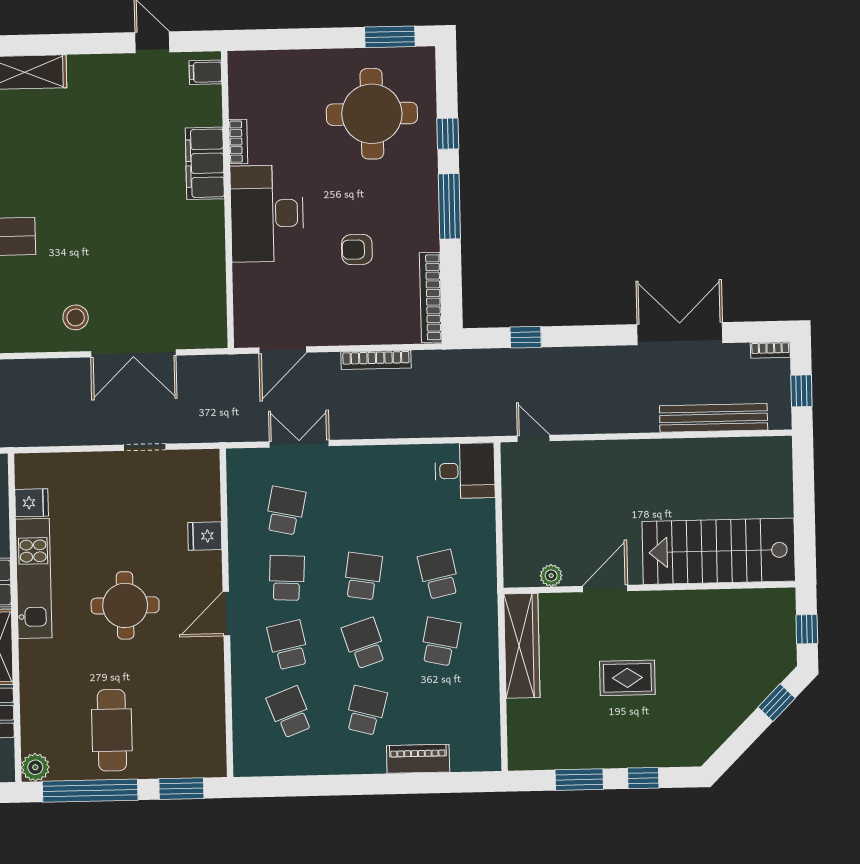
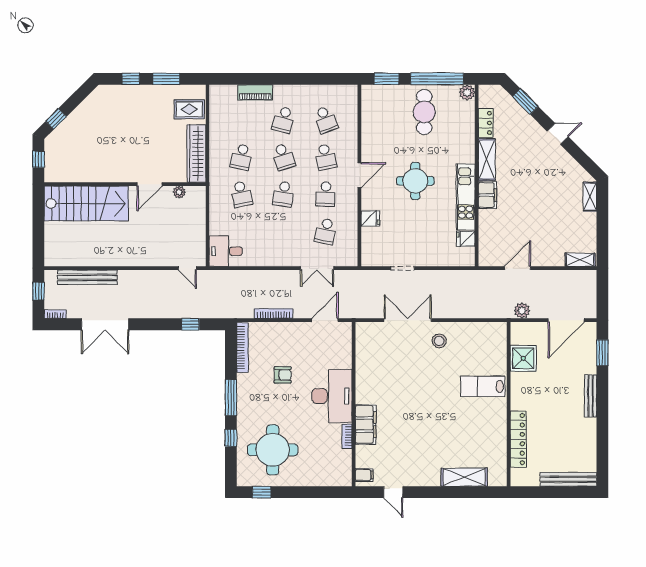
window: (390, 37) -> (262, 492), width x0.67
rug: (627, 678) -> (189, 109), moved

